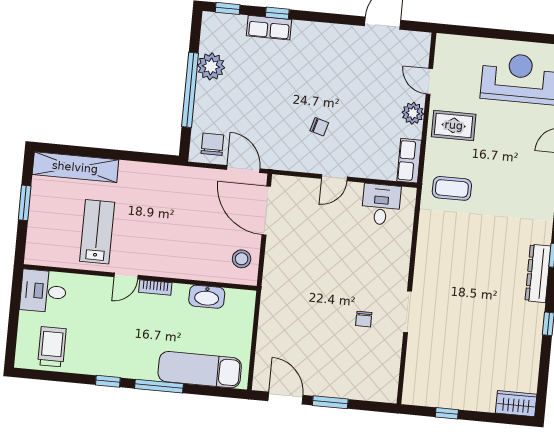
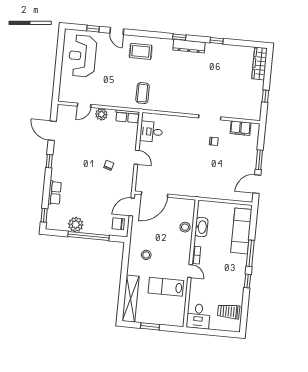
window: (277, 13) -> (49, 161), moved
rug: (454, 125) -> (141, 51), moved, turned 90
stool: (155, 196) -> (146, 255), added
stool: (242, 259) -> (185, 227), moved
filing cabinet: (388, 368) -> (240, 128), added
wardrobe: (516, 404) -> (260, 64), width x1.50

